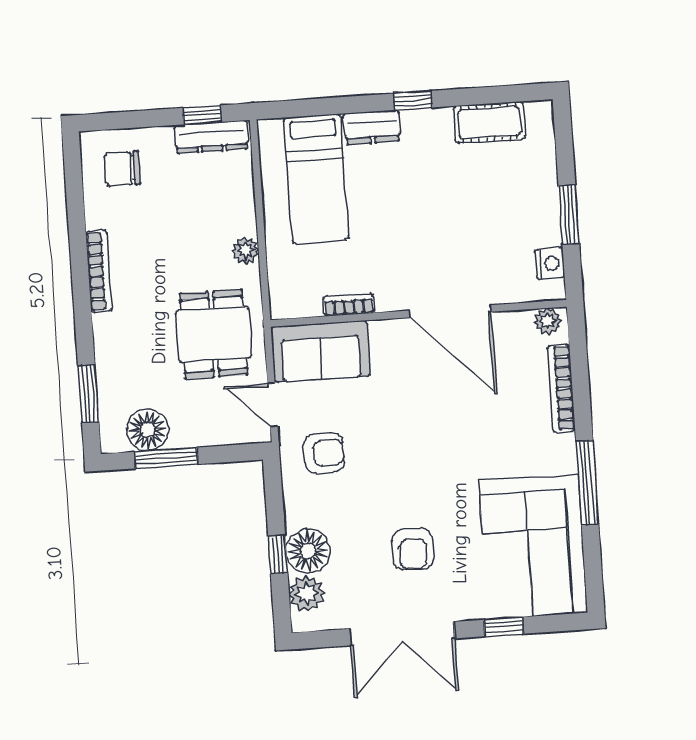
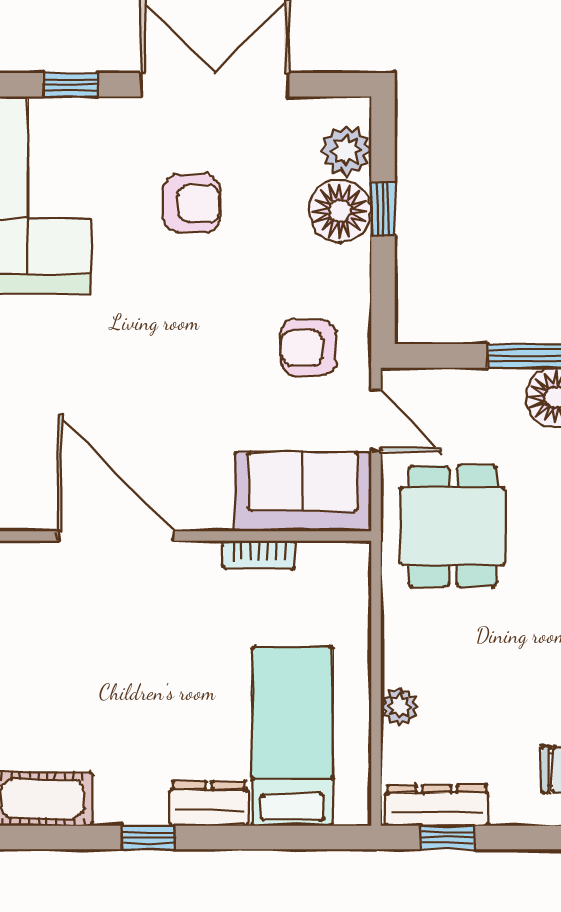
plant: (245, 250) -> (399, 706), moved
armchair: (413, 549) -> (192, 203), turned 90

